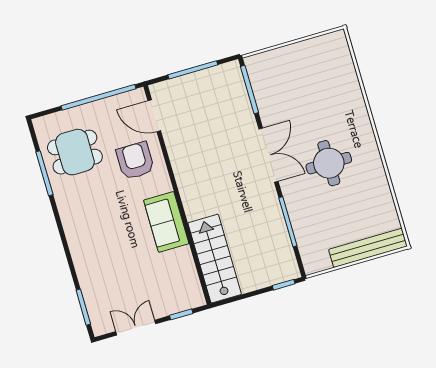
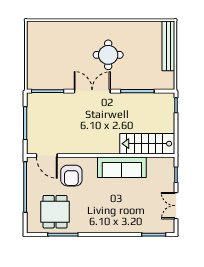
door: (154, 116) -> (47, 155), hinge flipped
armchair: (135, 161) -> (71, 176), turned -90
sofa: (166, 222) -> (122, 167), width x1.36

